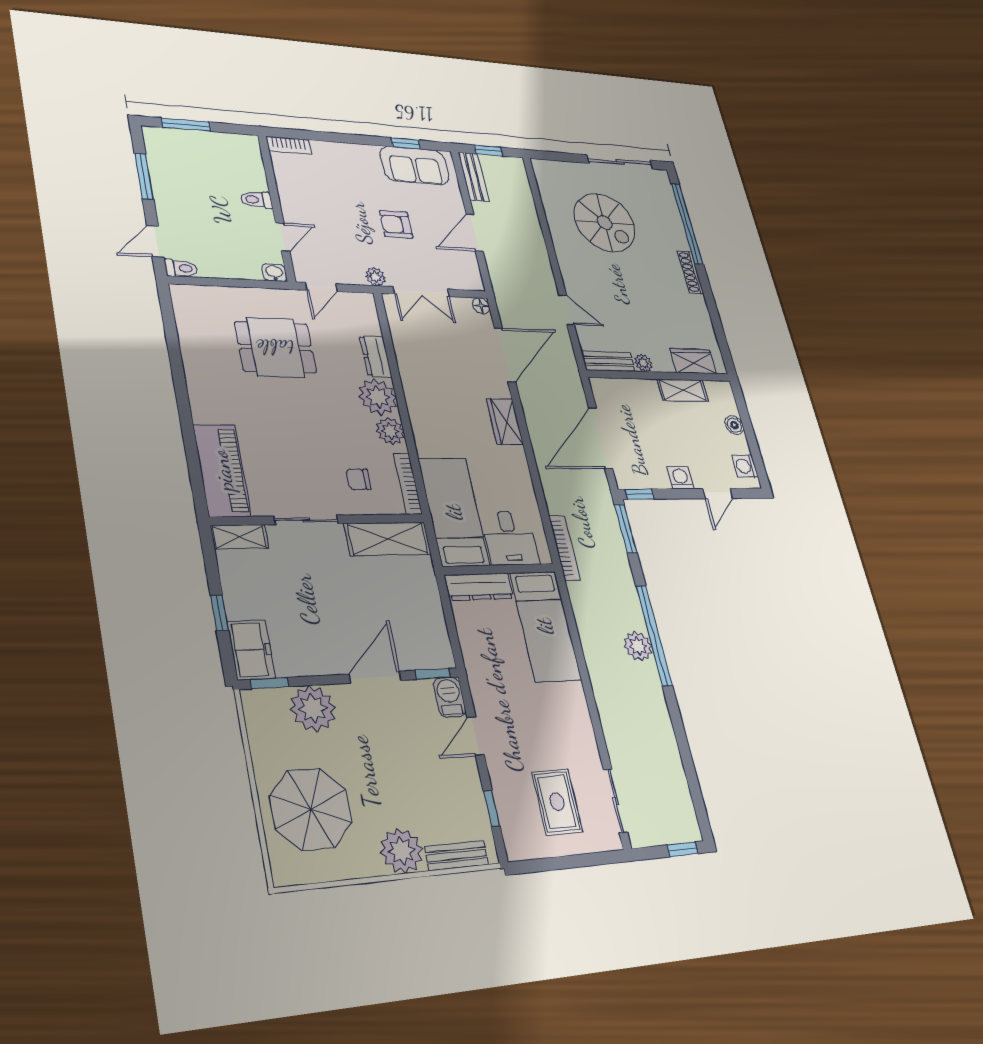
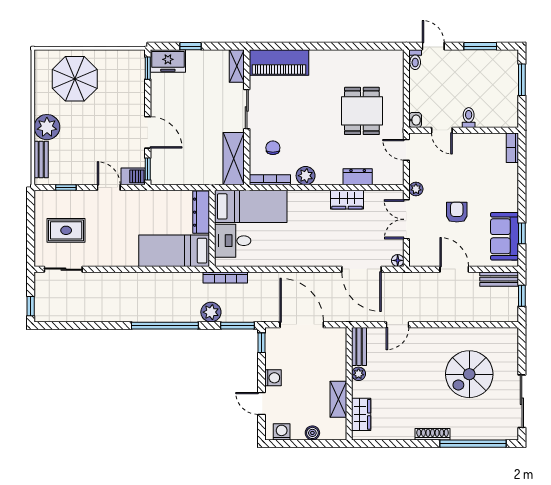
plant: (378, 397) -> (329, 172), removed
wardrobe: (505, 422) -> (347, 200), moved, turned 180
plant: (638, 646) -> (211, 312), moved
plant: (313, 709) -> (132, 91), removed

